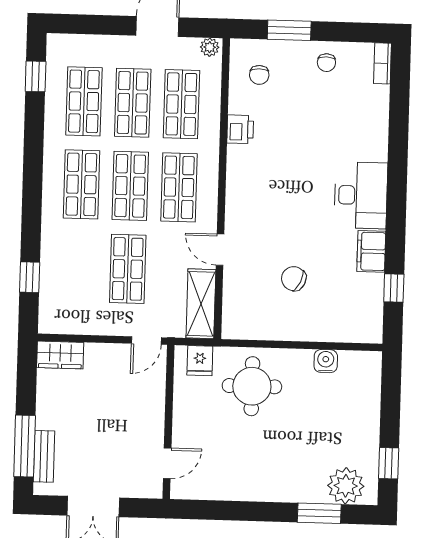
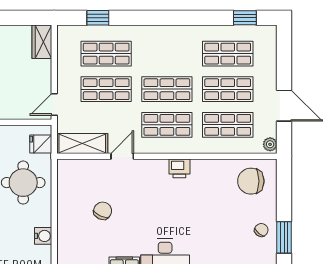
window: (289, 30) -> (284, 237), moved
chair: (326, 63) -> (261, 230), turned 128
chair: (259, 75) -> (251, 181), width x1.87, depth x1.87
printer: (240, 129) -> (179, 168), moved
shop shelf: (81, 184) -> (106, 54), moved
door: (146, 340) -> (54, 104), hinge flipped

